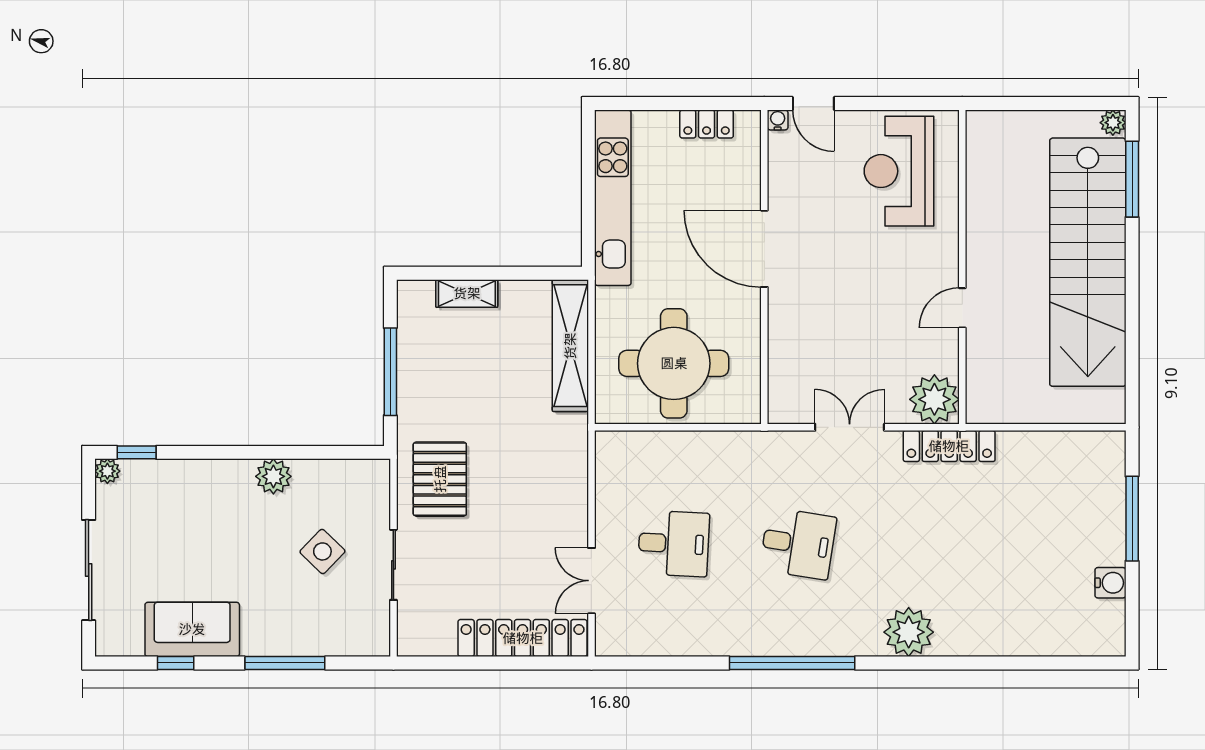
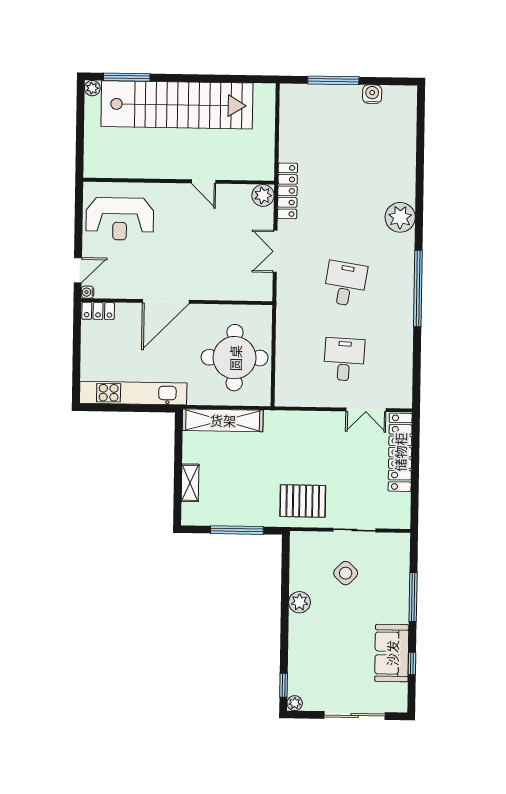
locker: (707, 124) -> (98, 311), moved, turned 90
plant: (934, 399) -> (263, 195), width x0.73, depth x0.73

